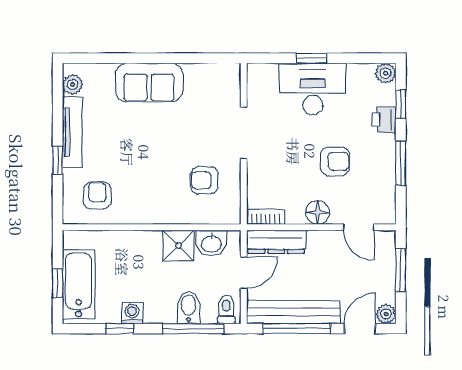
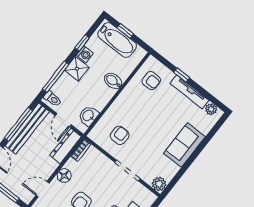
plant: (228, 75) -> (159, 184), added
shower: (179, 246) -> (77, 69), moved
bidet: (189, 307) -> (113, 81), moved, turned 180

